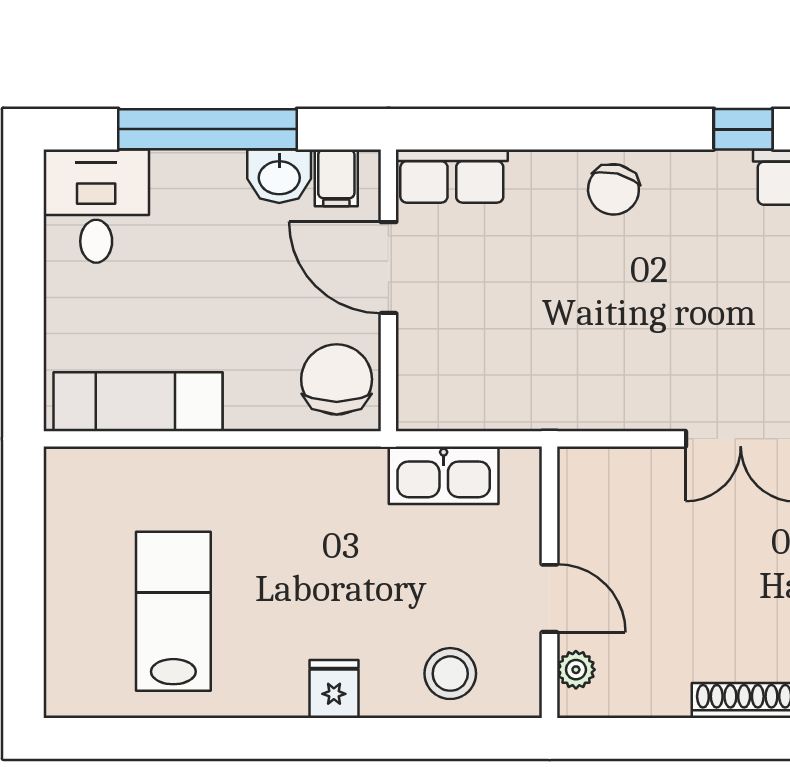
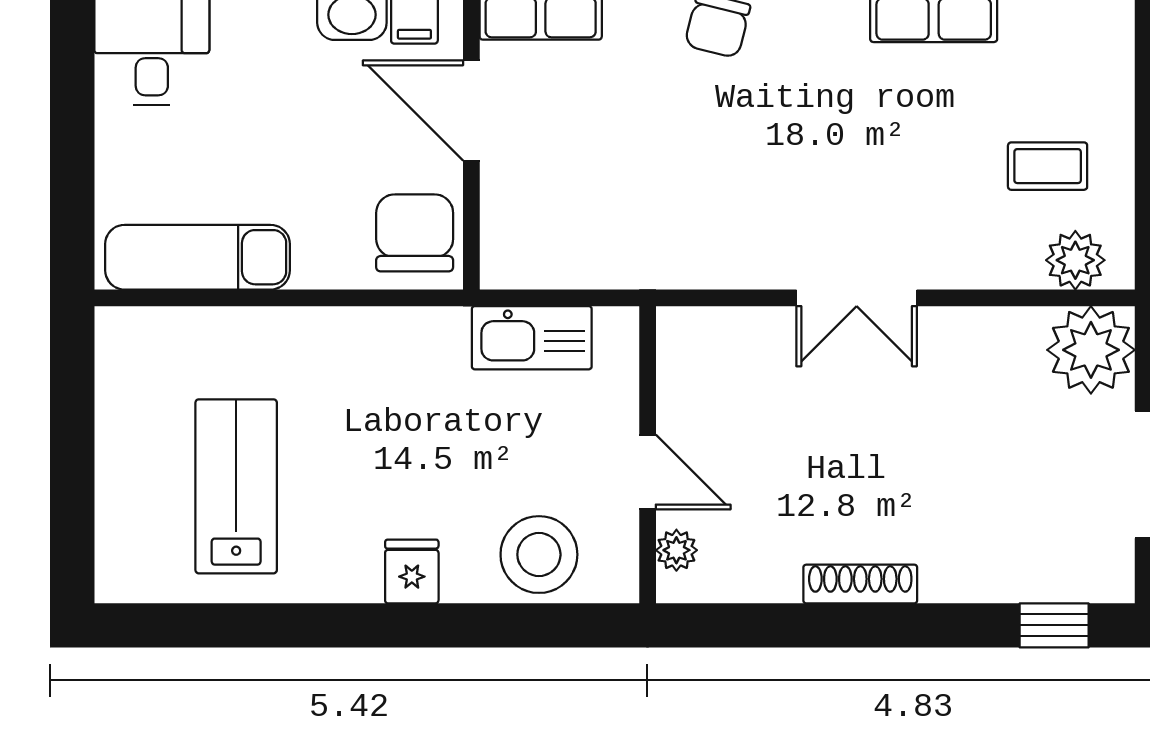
stool: (450, 674) -> (539, 555), width x1.38, depth x1.38

